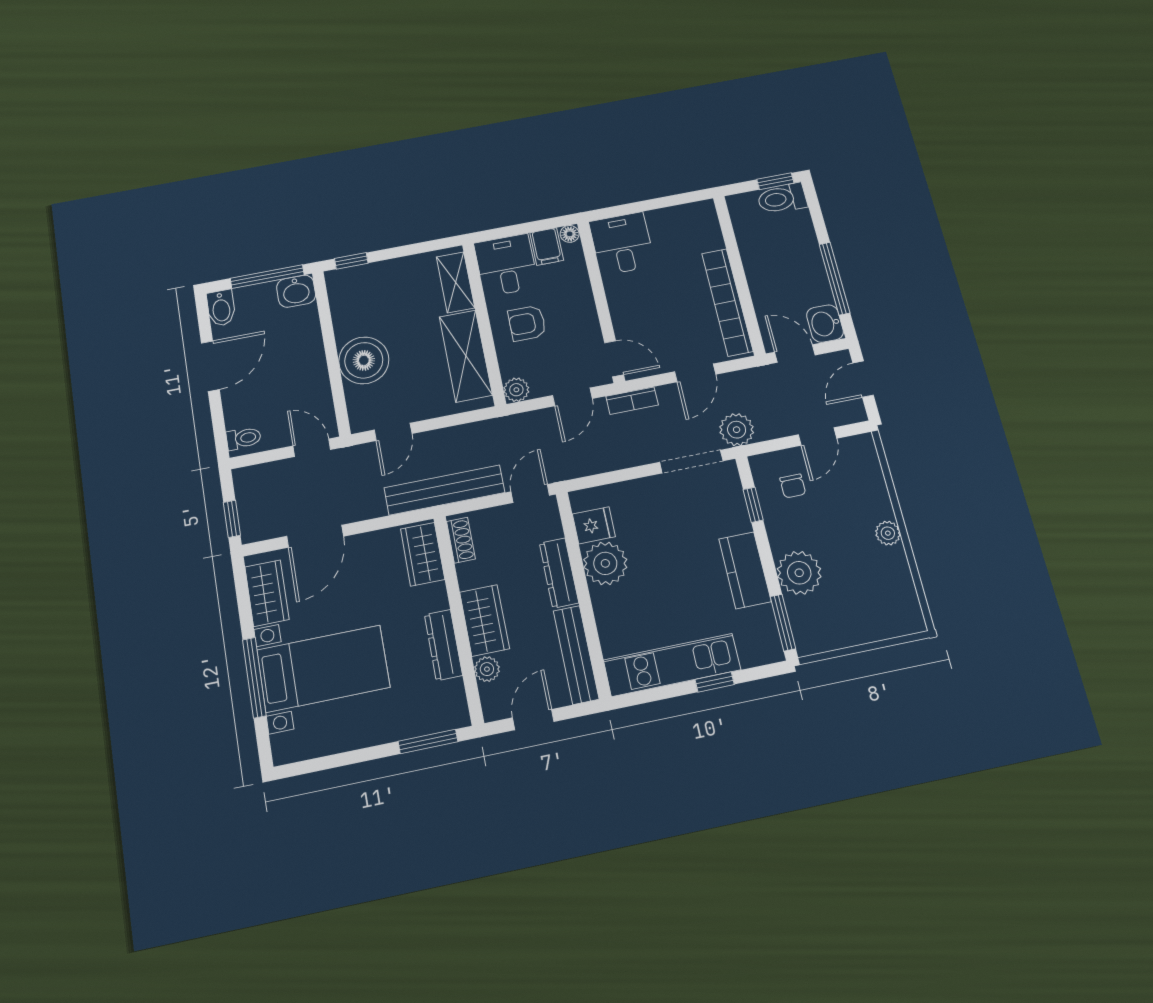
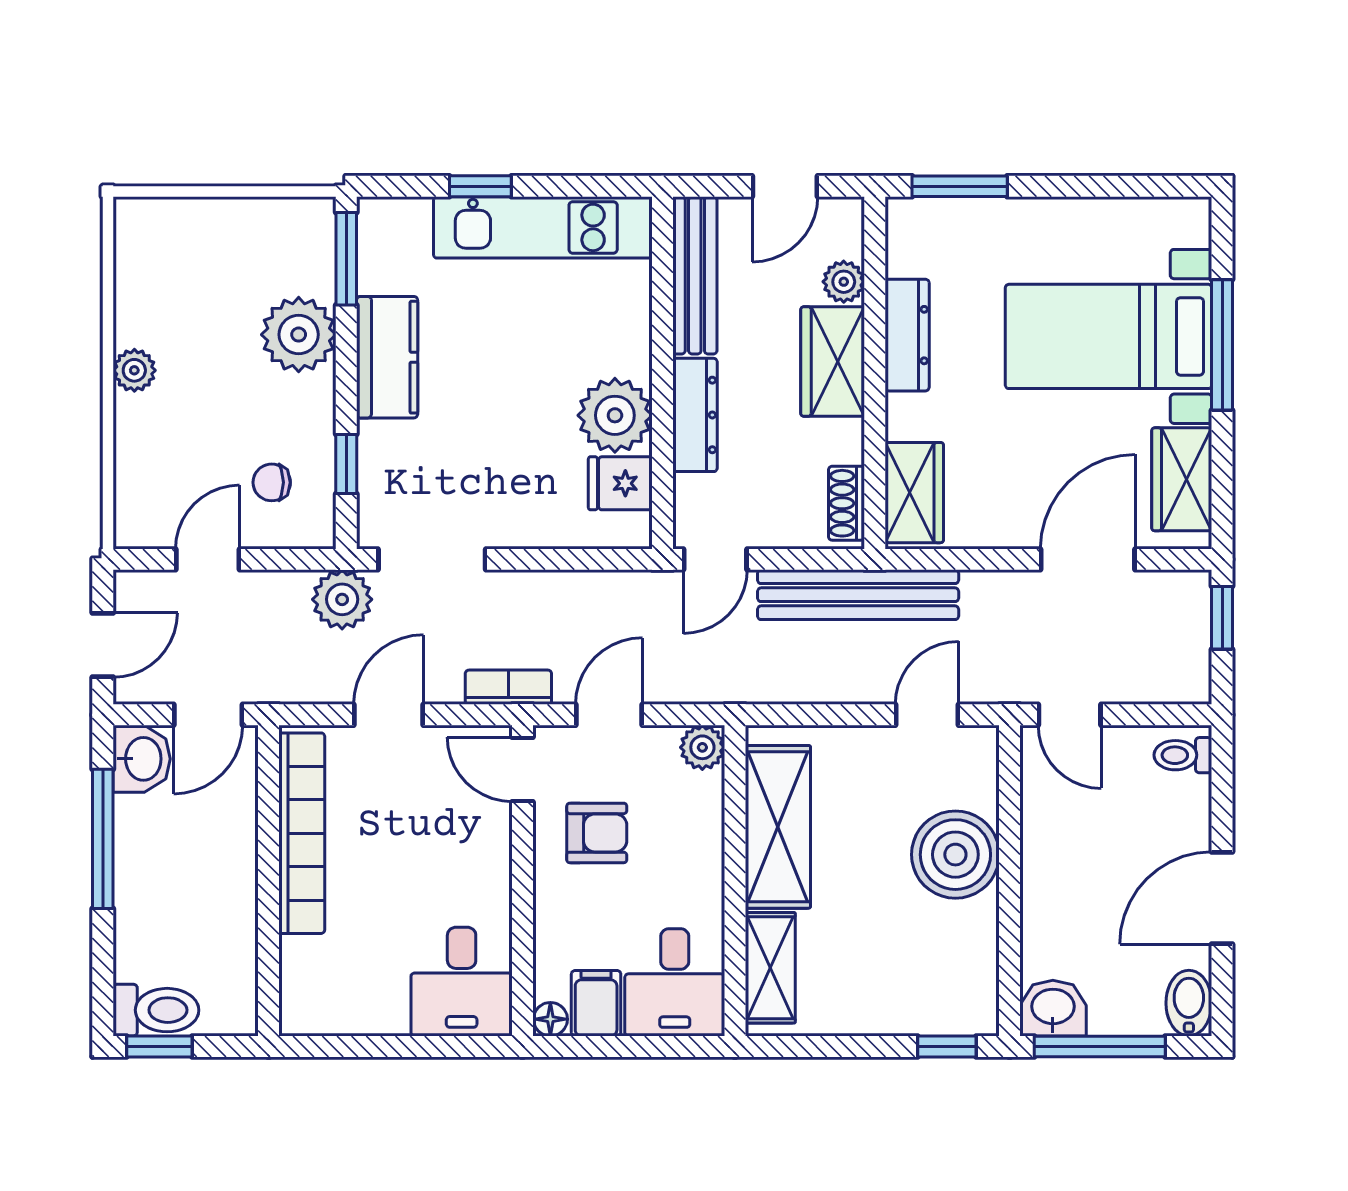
armchair: (527, 323) -> (597, 833), moved
door: (795, 354) -> (208, 715), hinge flipped
chair: (793, 486) -> (272, 482), turned -90

